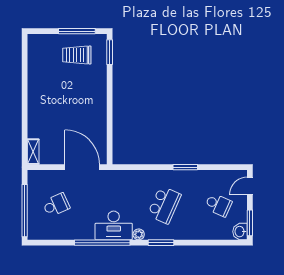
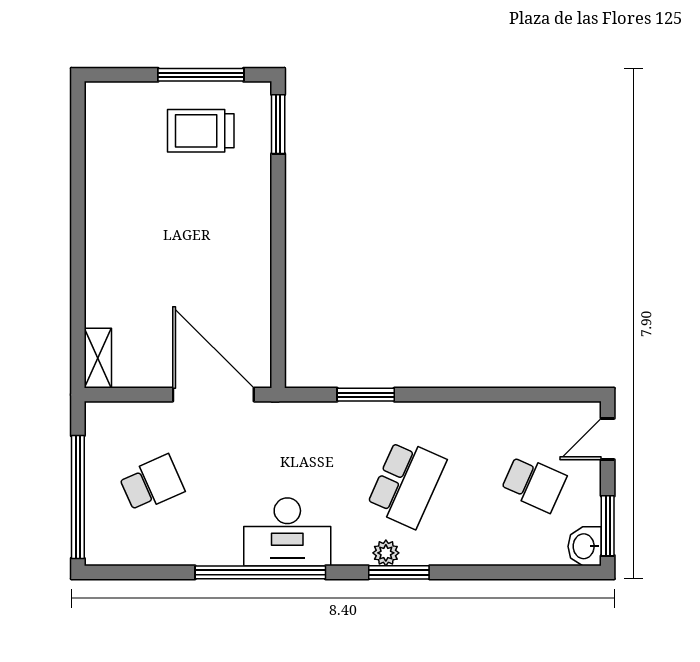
window: (185, 167) -> (366, 395), moved
plant: (139, 234) -> (386, 553), moved

